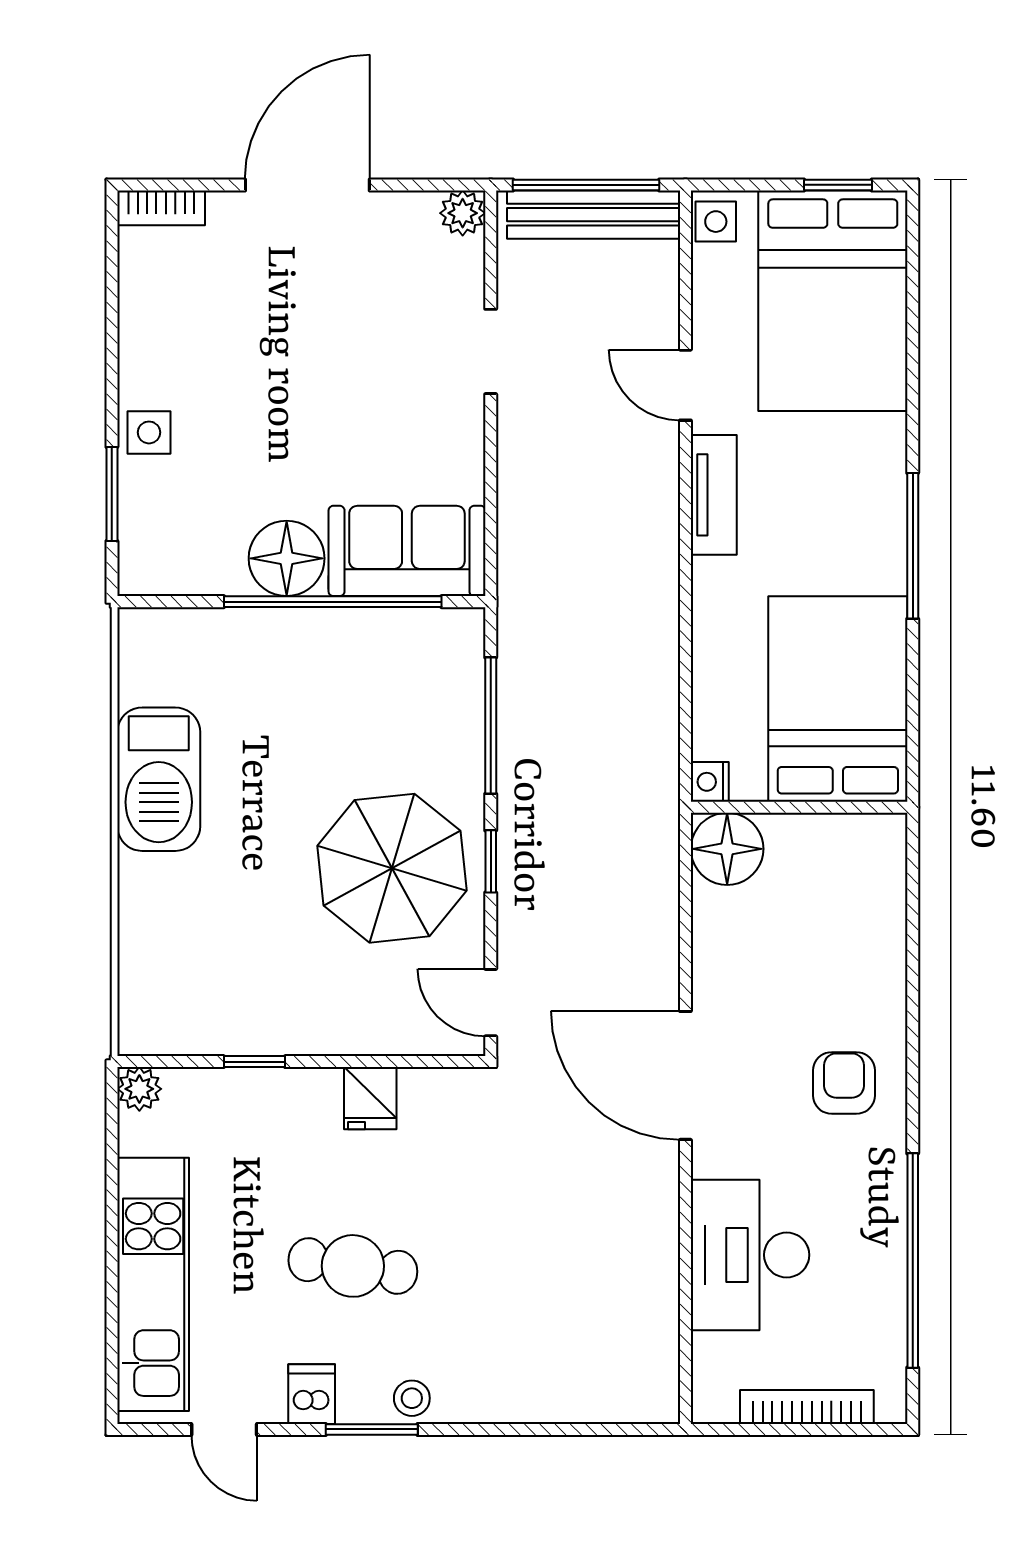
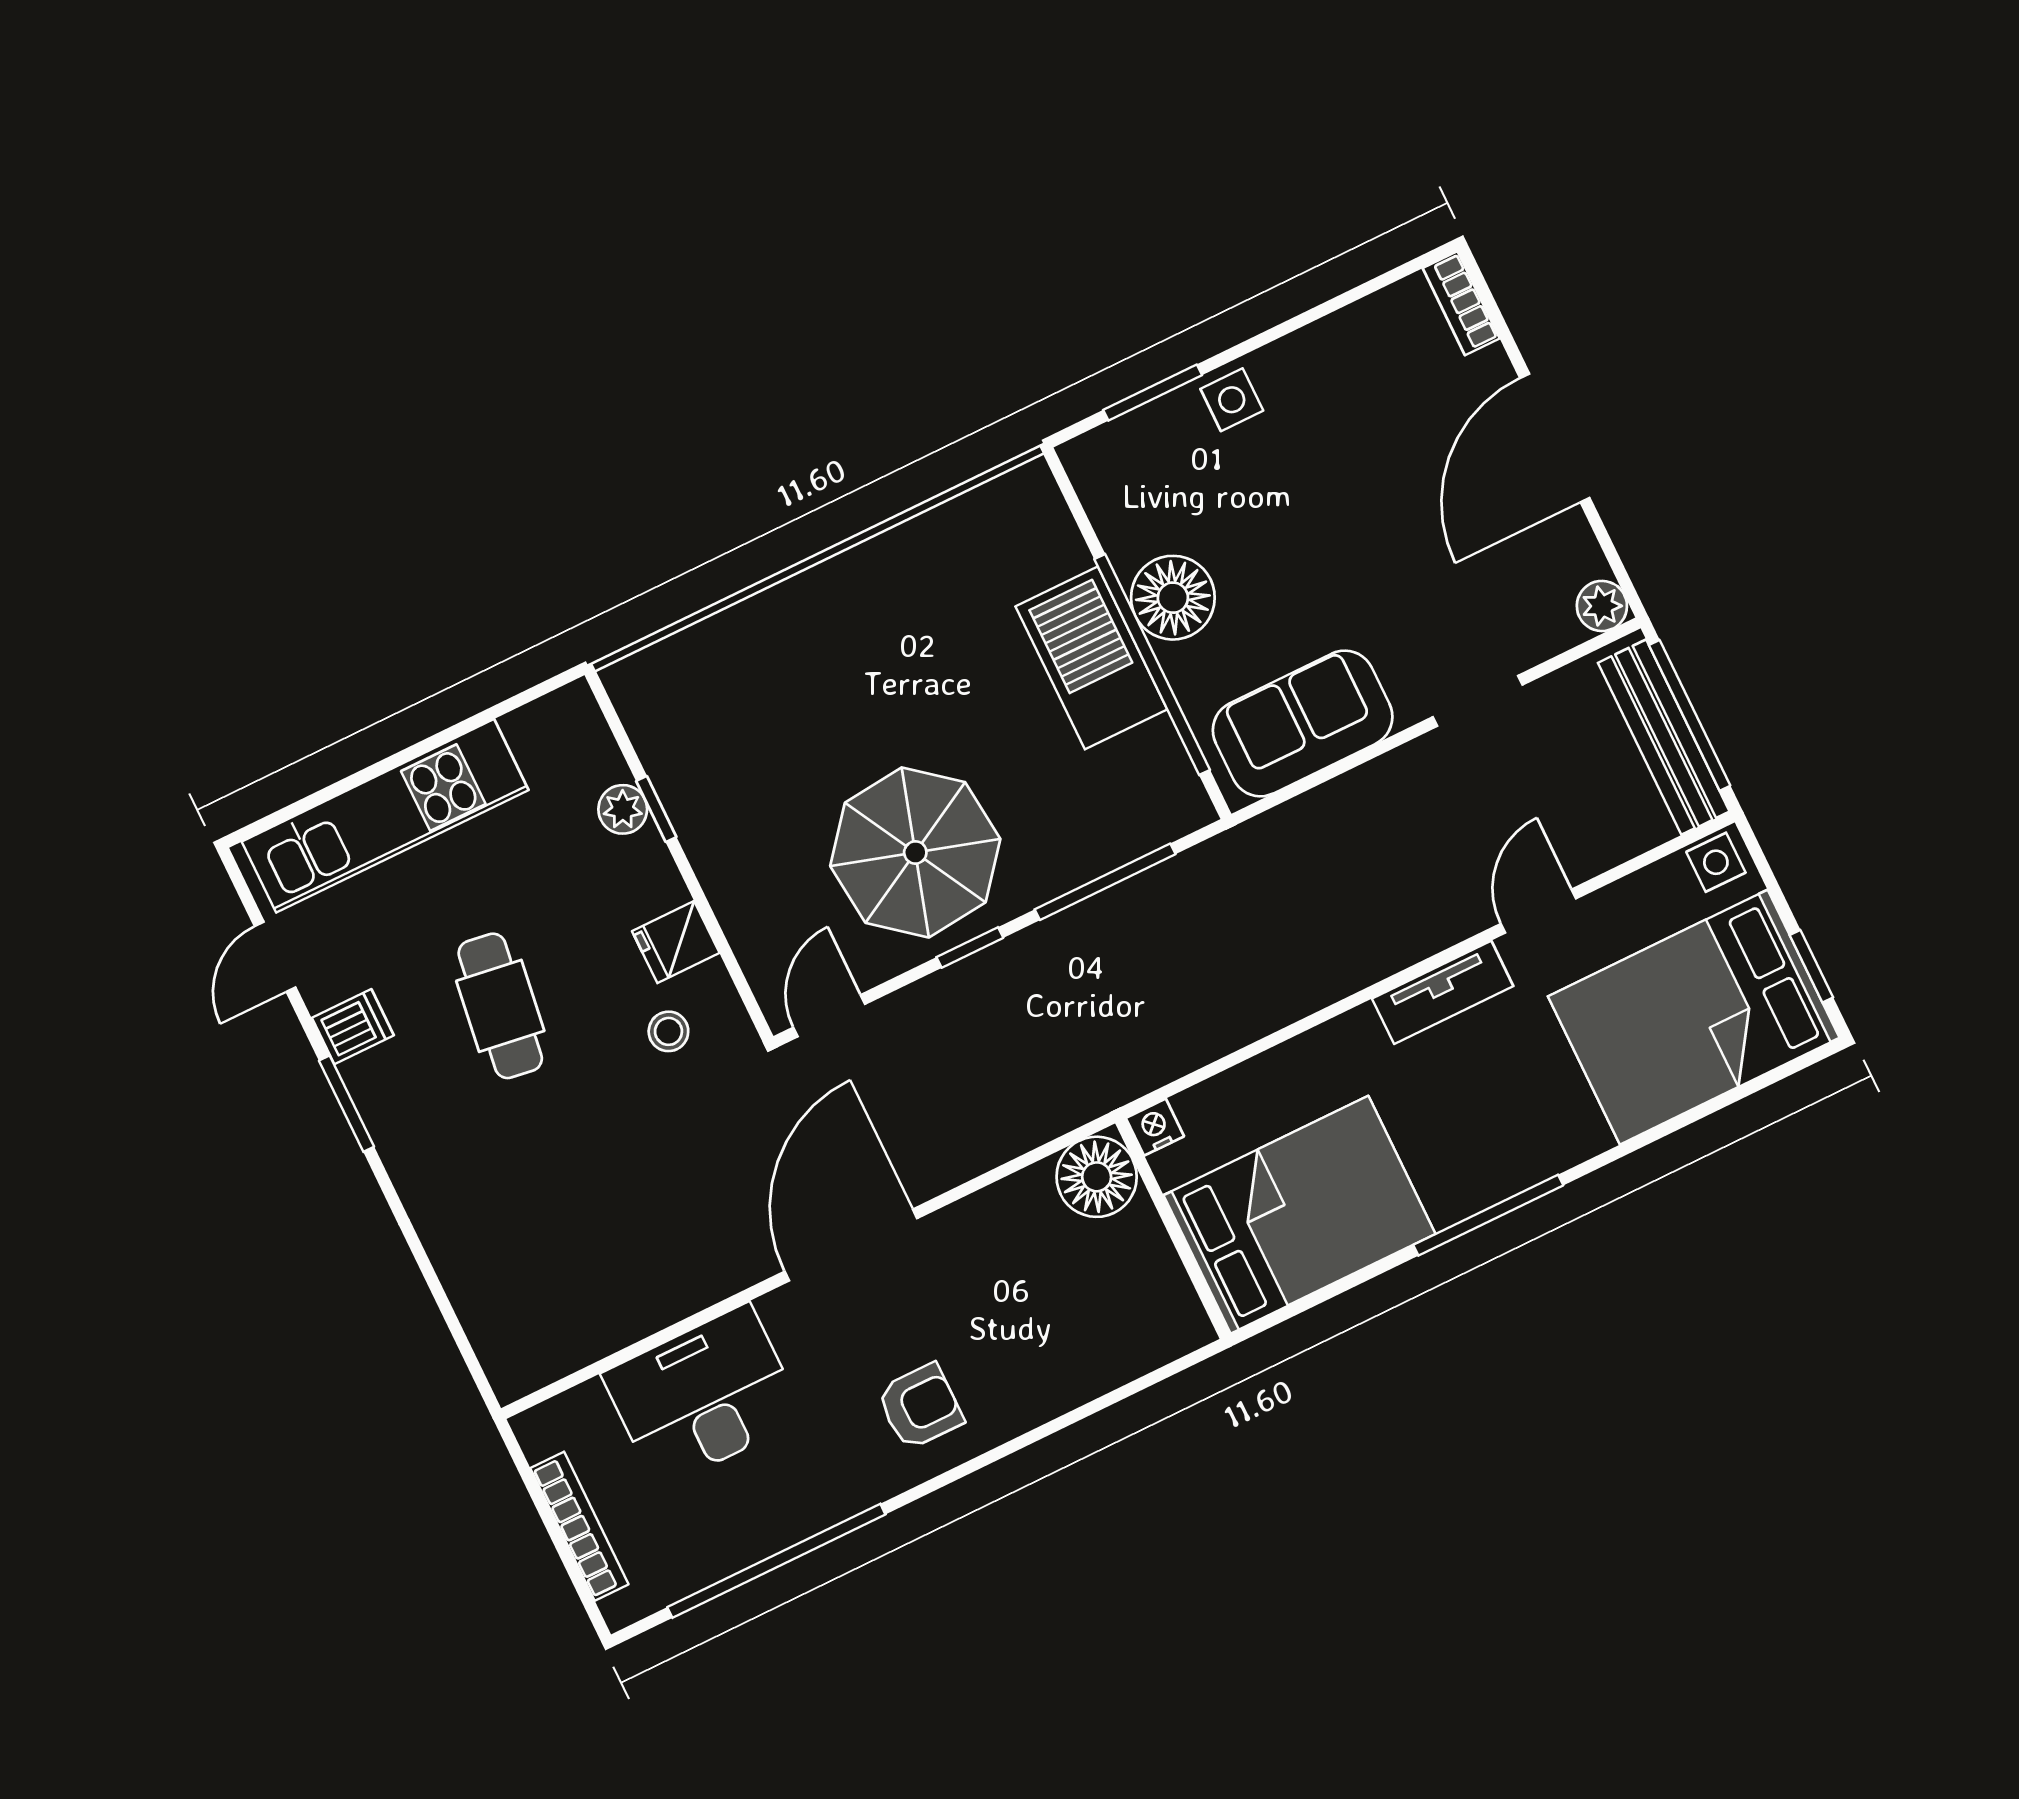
door: (307, 185) -> (1555, 438), swing flipped
sofa: (407, 551) -> (1303, 723), moved, turned -90
barbecue: (159, 779) -> (1091, 658), moved, turned 90
plant: (139, 1089) -> (623, 809), moved
stool: (412, 1398) -> (668, 1031), moved

